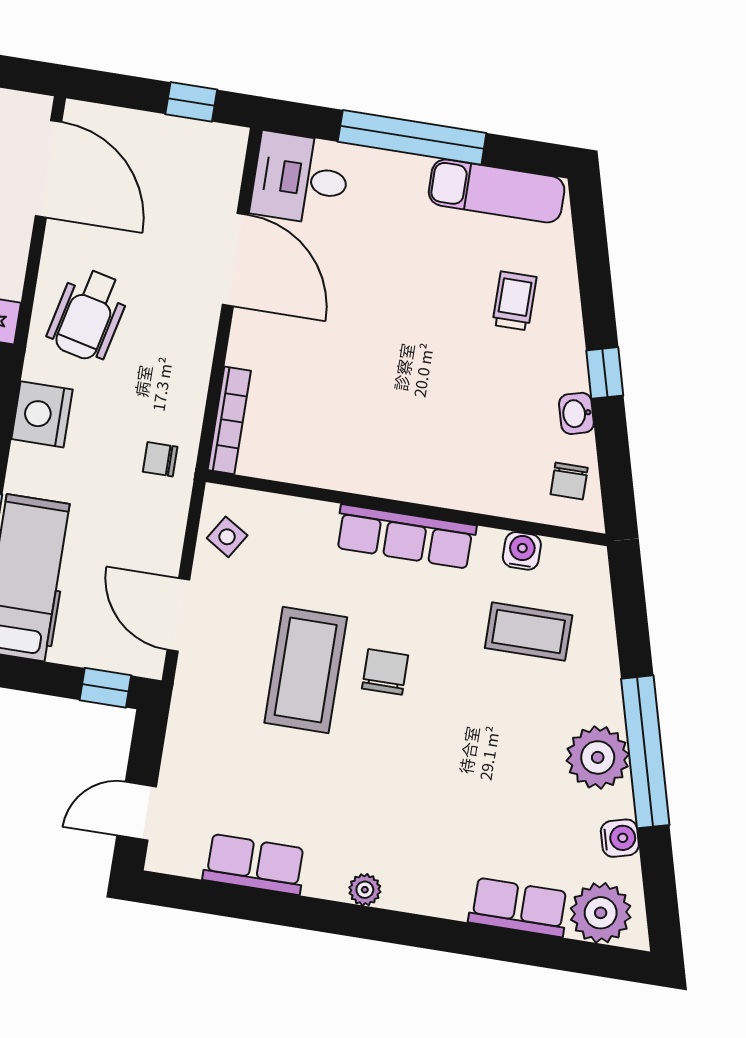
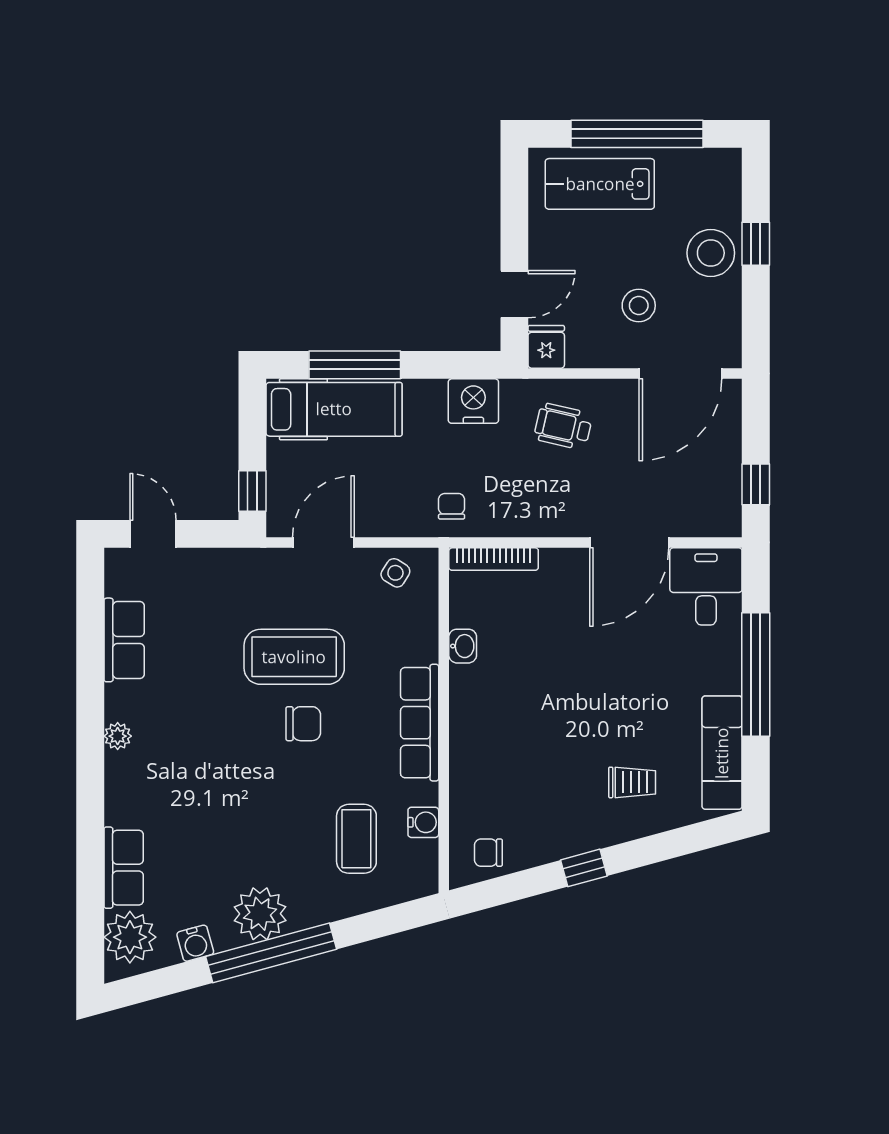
wheelchair: (88, 315) -> (563, 426), width x0.73, depth x0.73
washbasin: (576, 413) -> (463, 646), moved, turned 105

